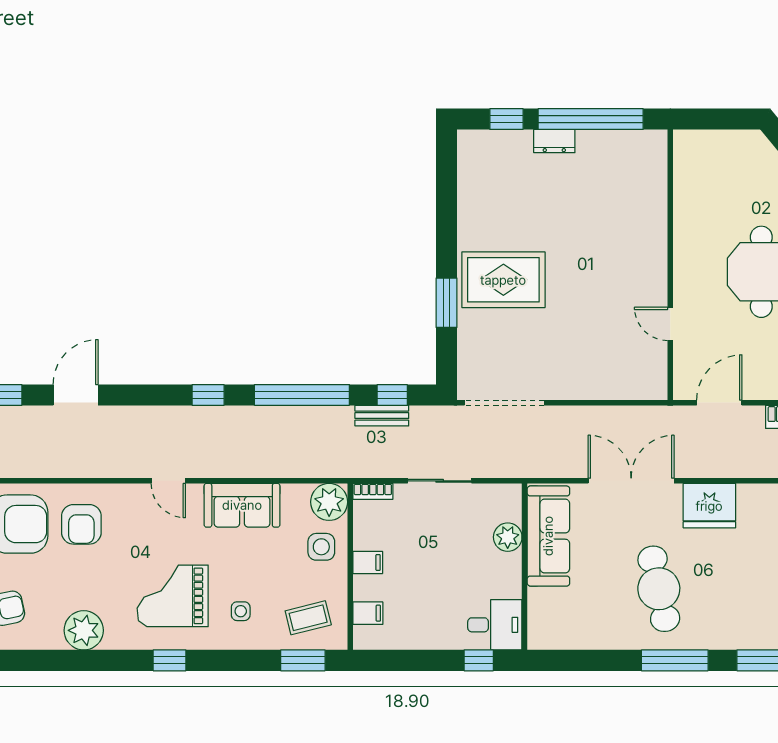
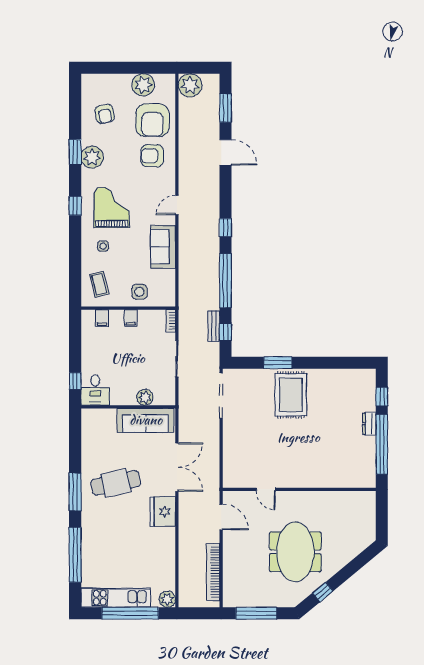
door: (670, 324) -> (266, 489), swing flipped
plant: (329, 502) -> (165, 296), removed
window: (303, 660) -> (75, 152), moved

